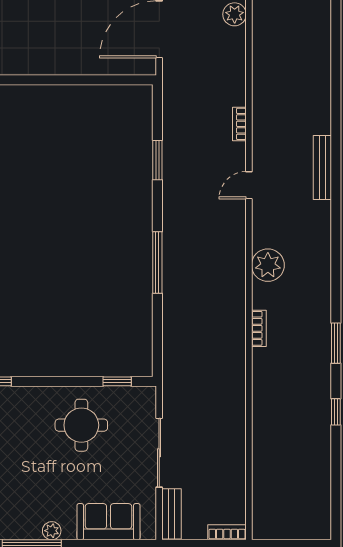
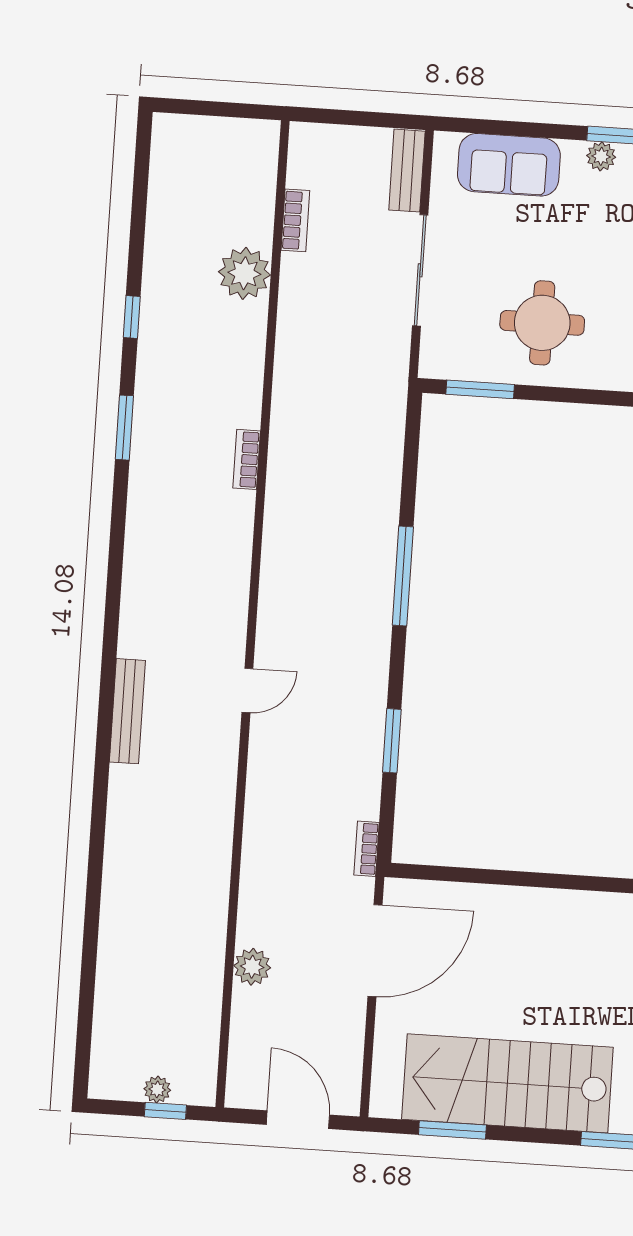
bookcase: (239, 124) -> (367, 849), moved, turned 180
plant: (268, 265) -> (244, 273), moved
window: (117, 381) -> (480, 389), width x1.50
bookcase: (227, 532) -> (295, 220), moved, turned -90

